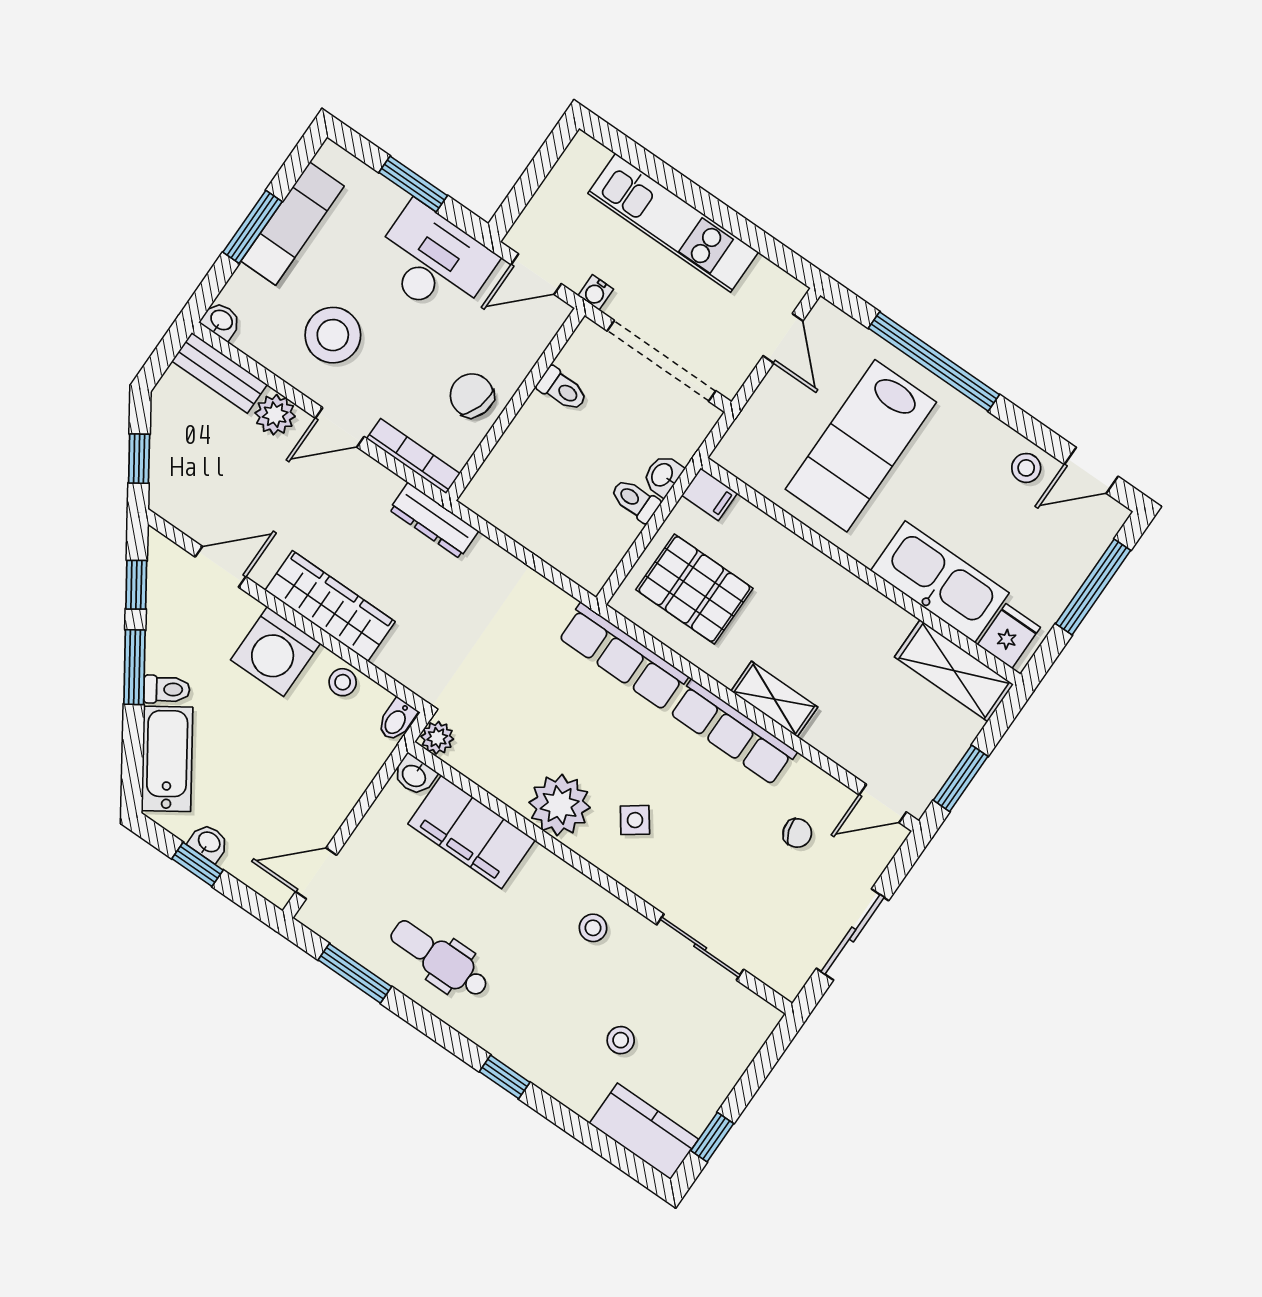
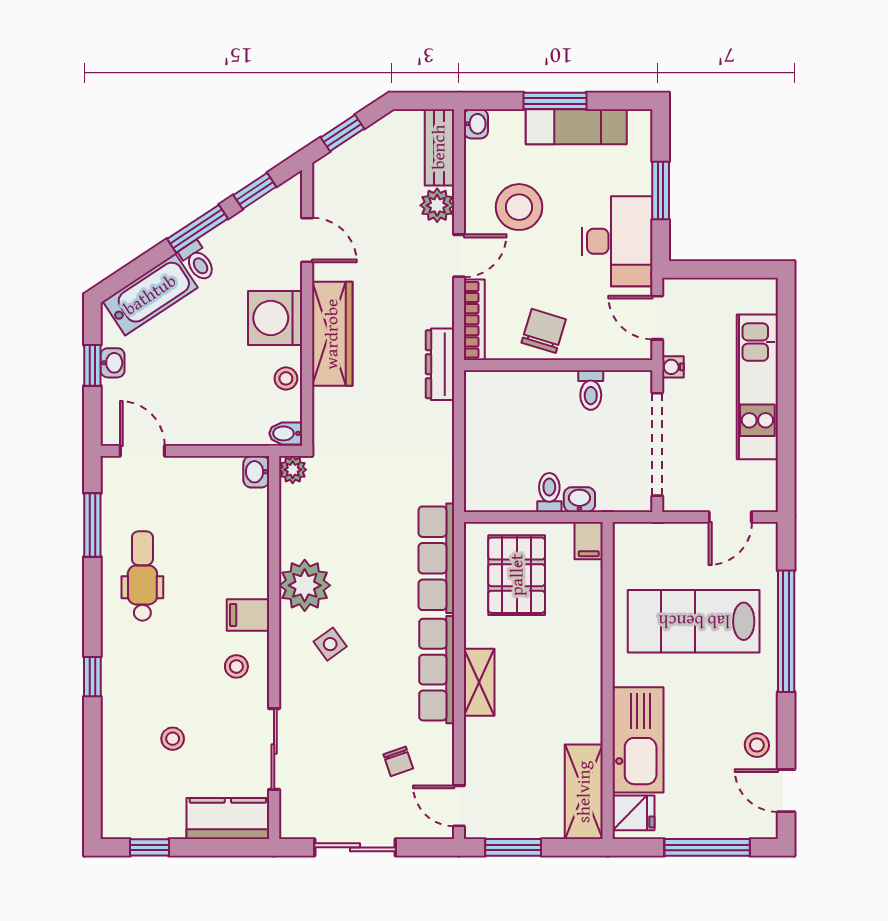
door: (340, 427) -> (459, 256), swing flipped
filing cabinet: (472, 832) -> (248, 615), moved, width x0.33, depth x0.86
kitchen counter: (644, 1131) -> (228, 818), moved, turned -90

